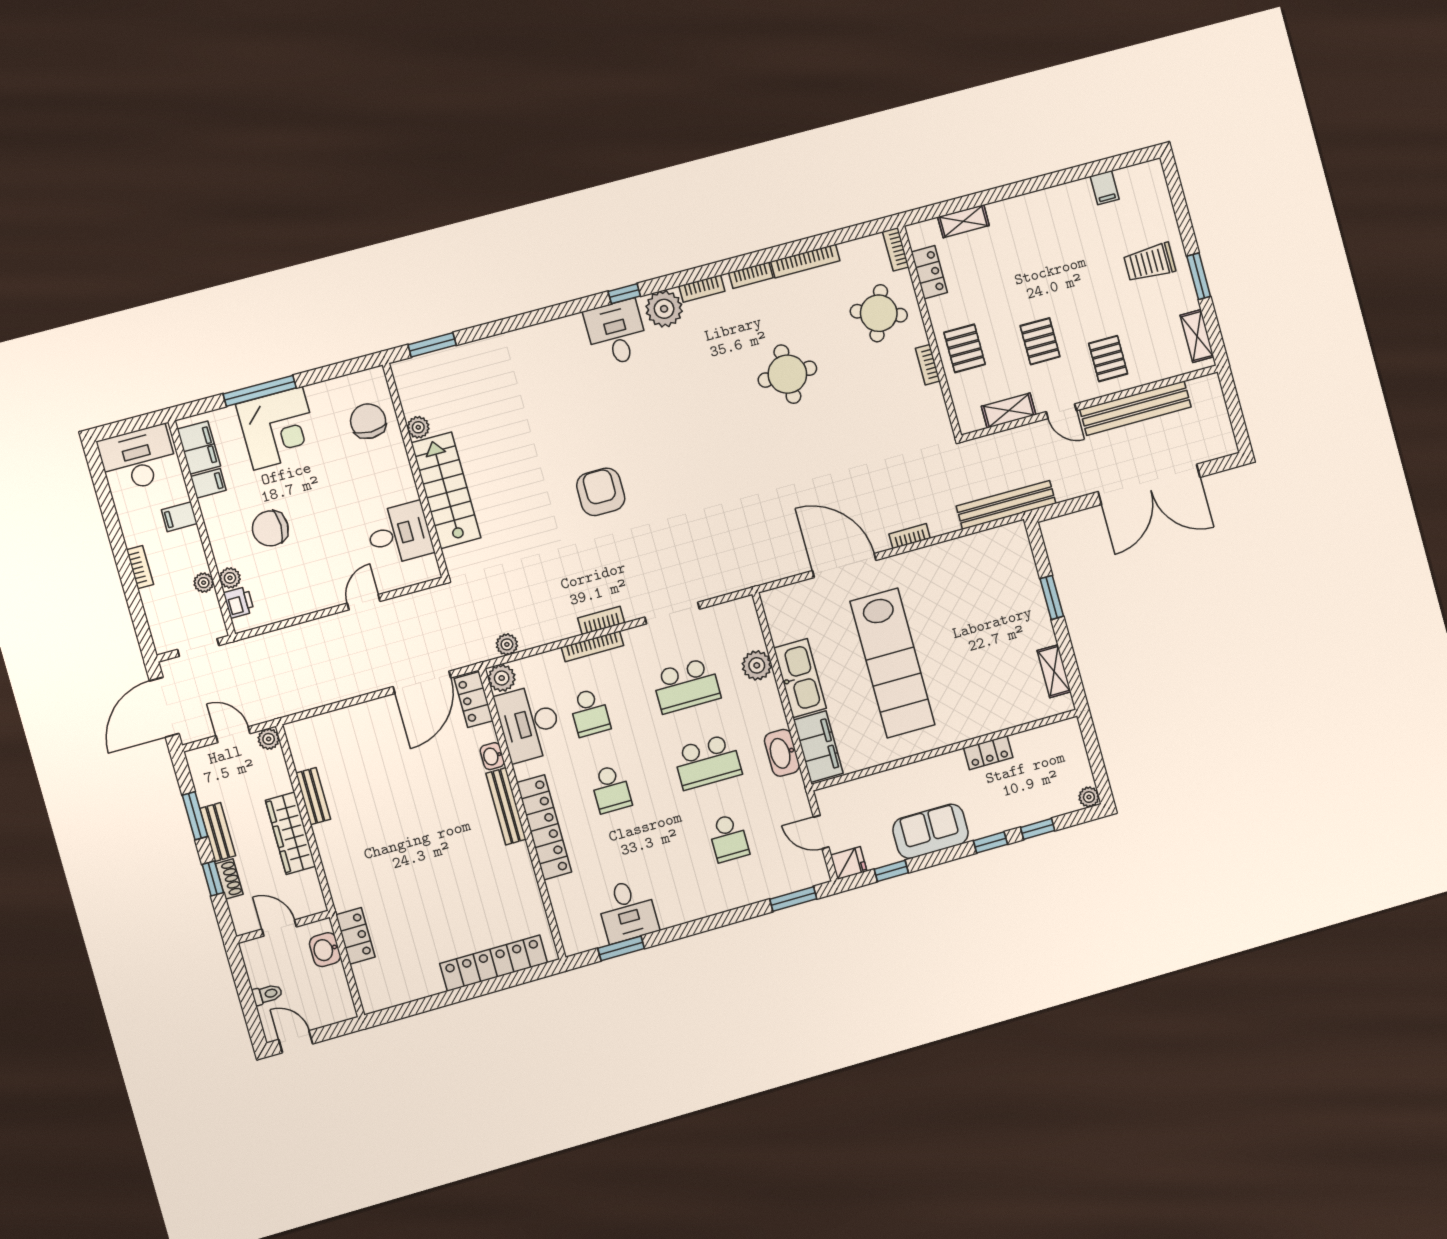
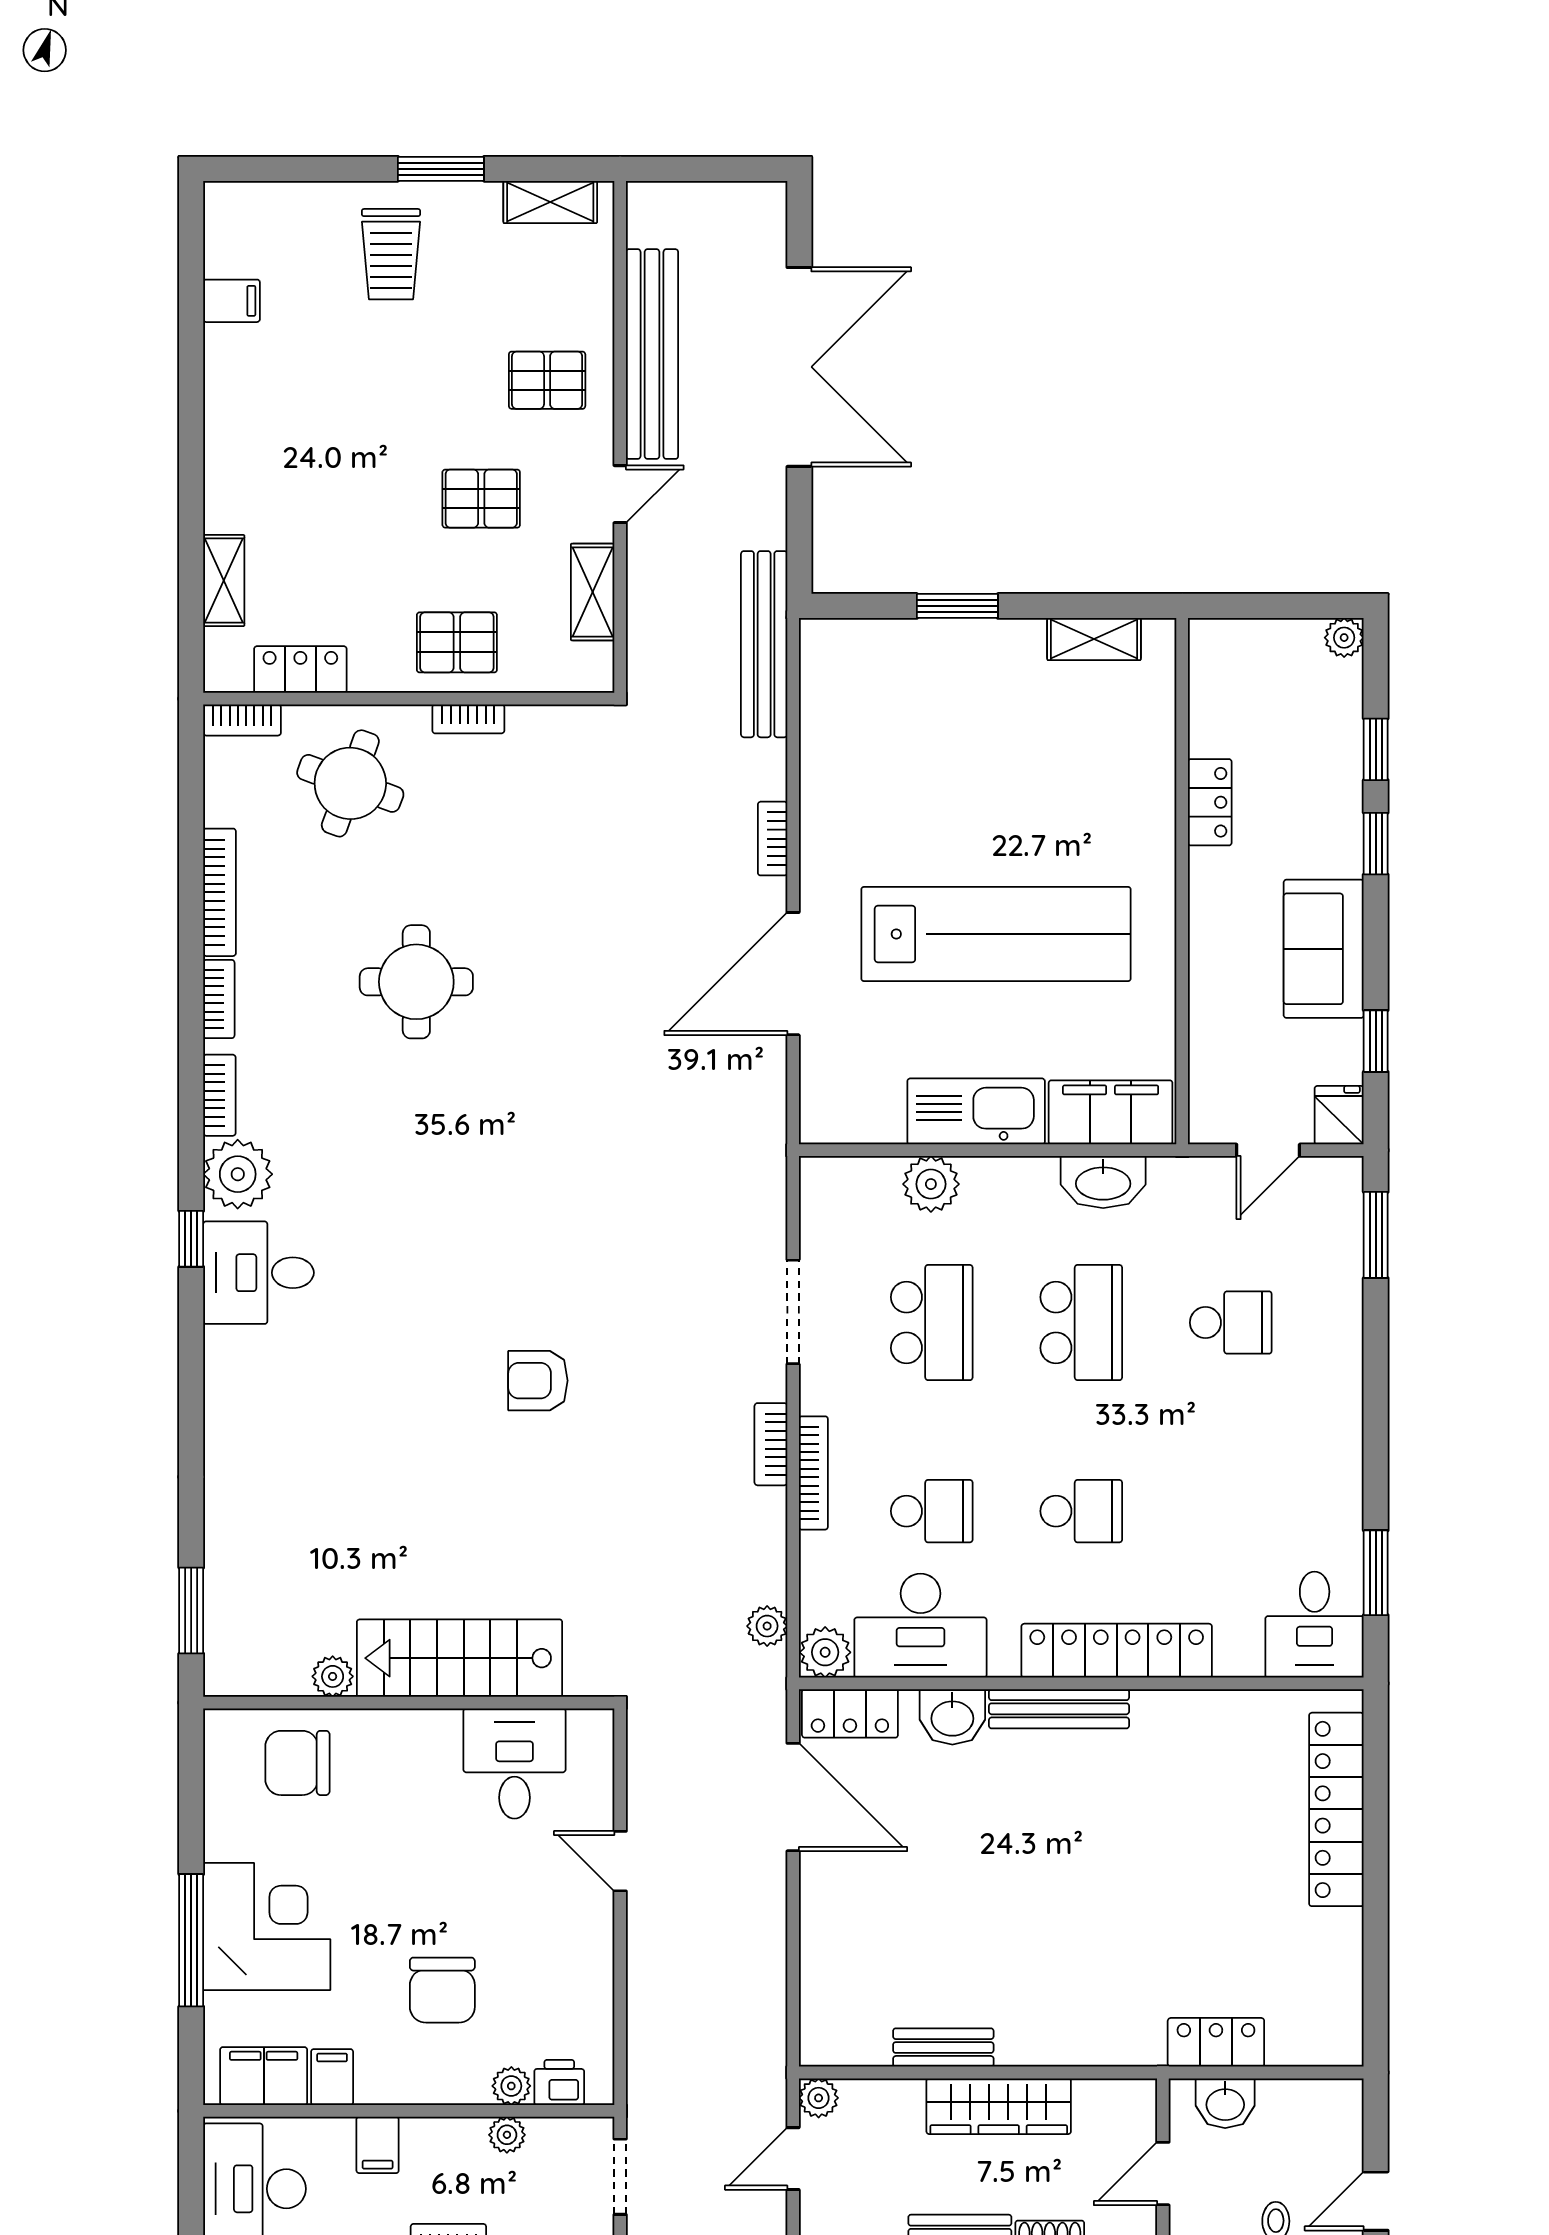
armchair: (601, 492) -> (538, 1381), width x0.72, depth x0.72
washbasin: (492, 756) -> (952, 1717), width x1.38, depth x1.45
desk: (627, 911) -> (1315, 1625), moved, turned 90

